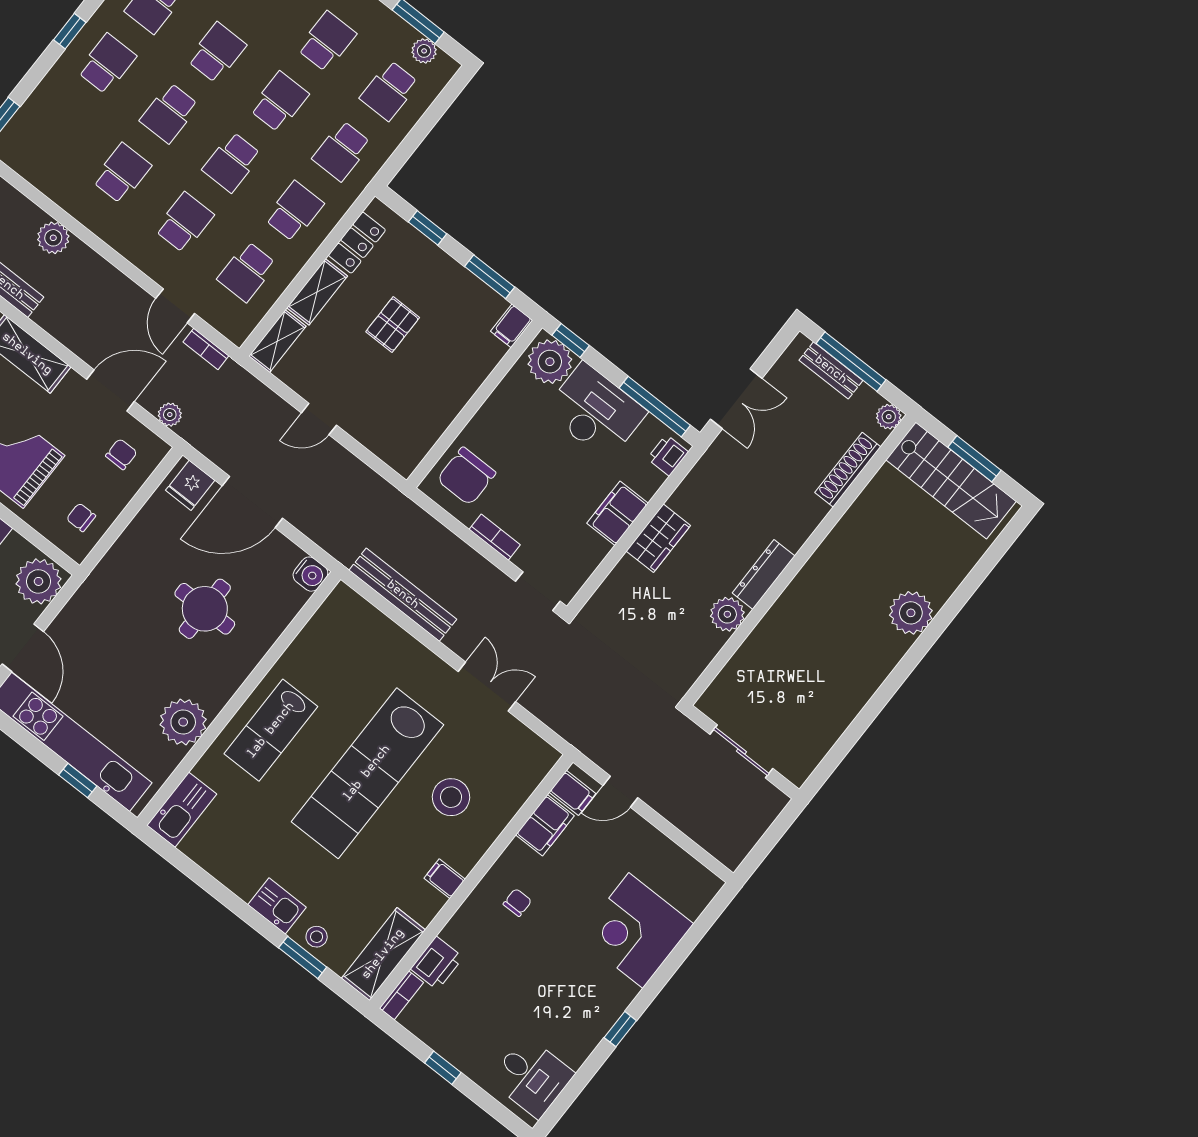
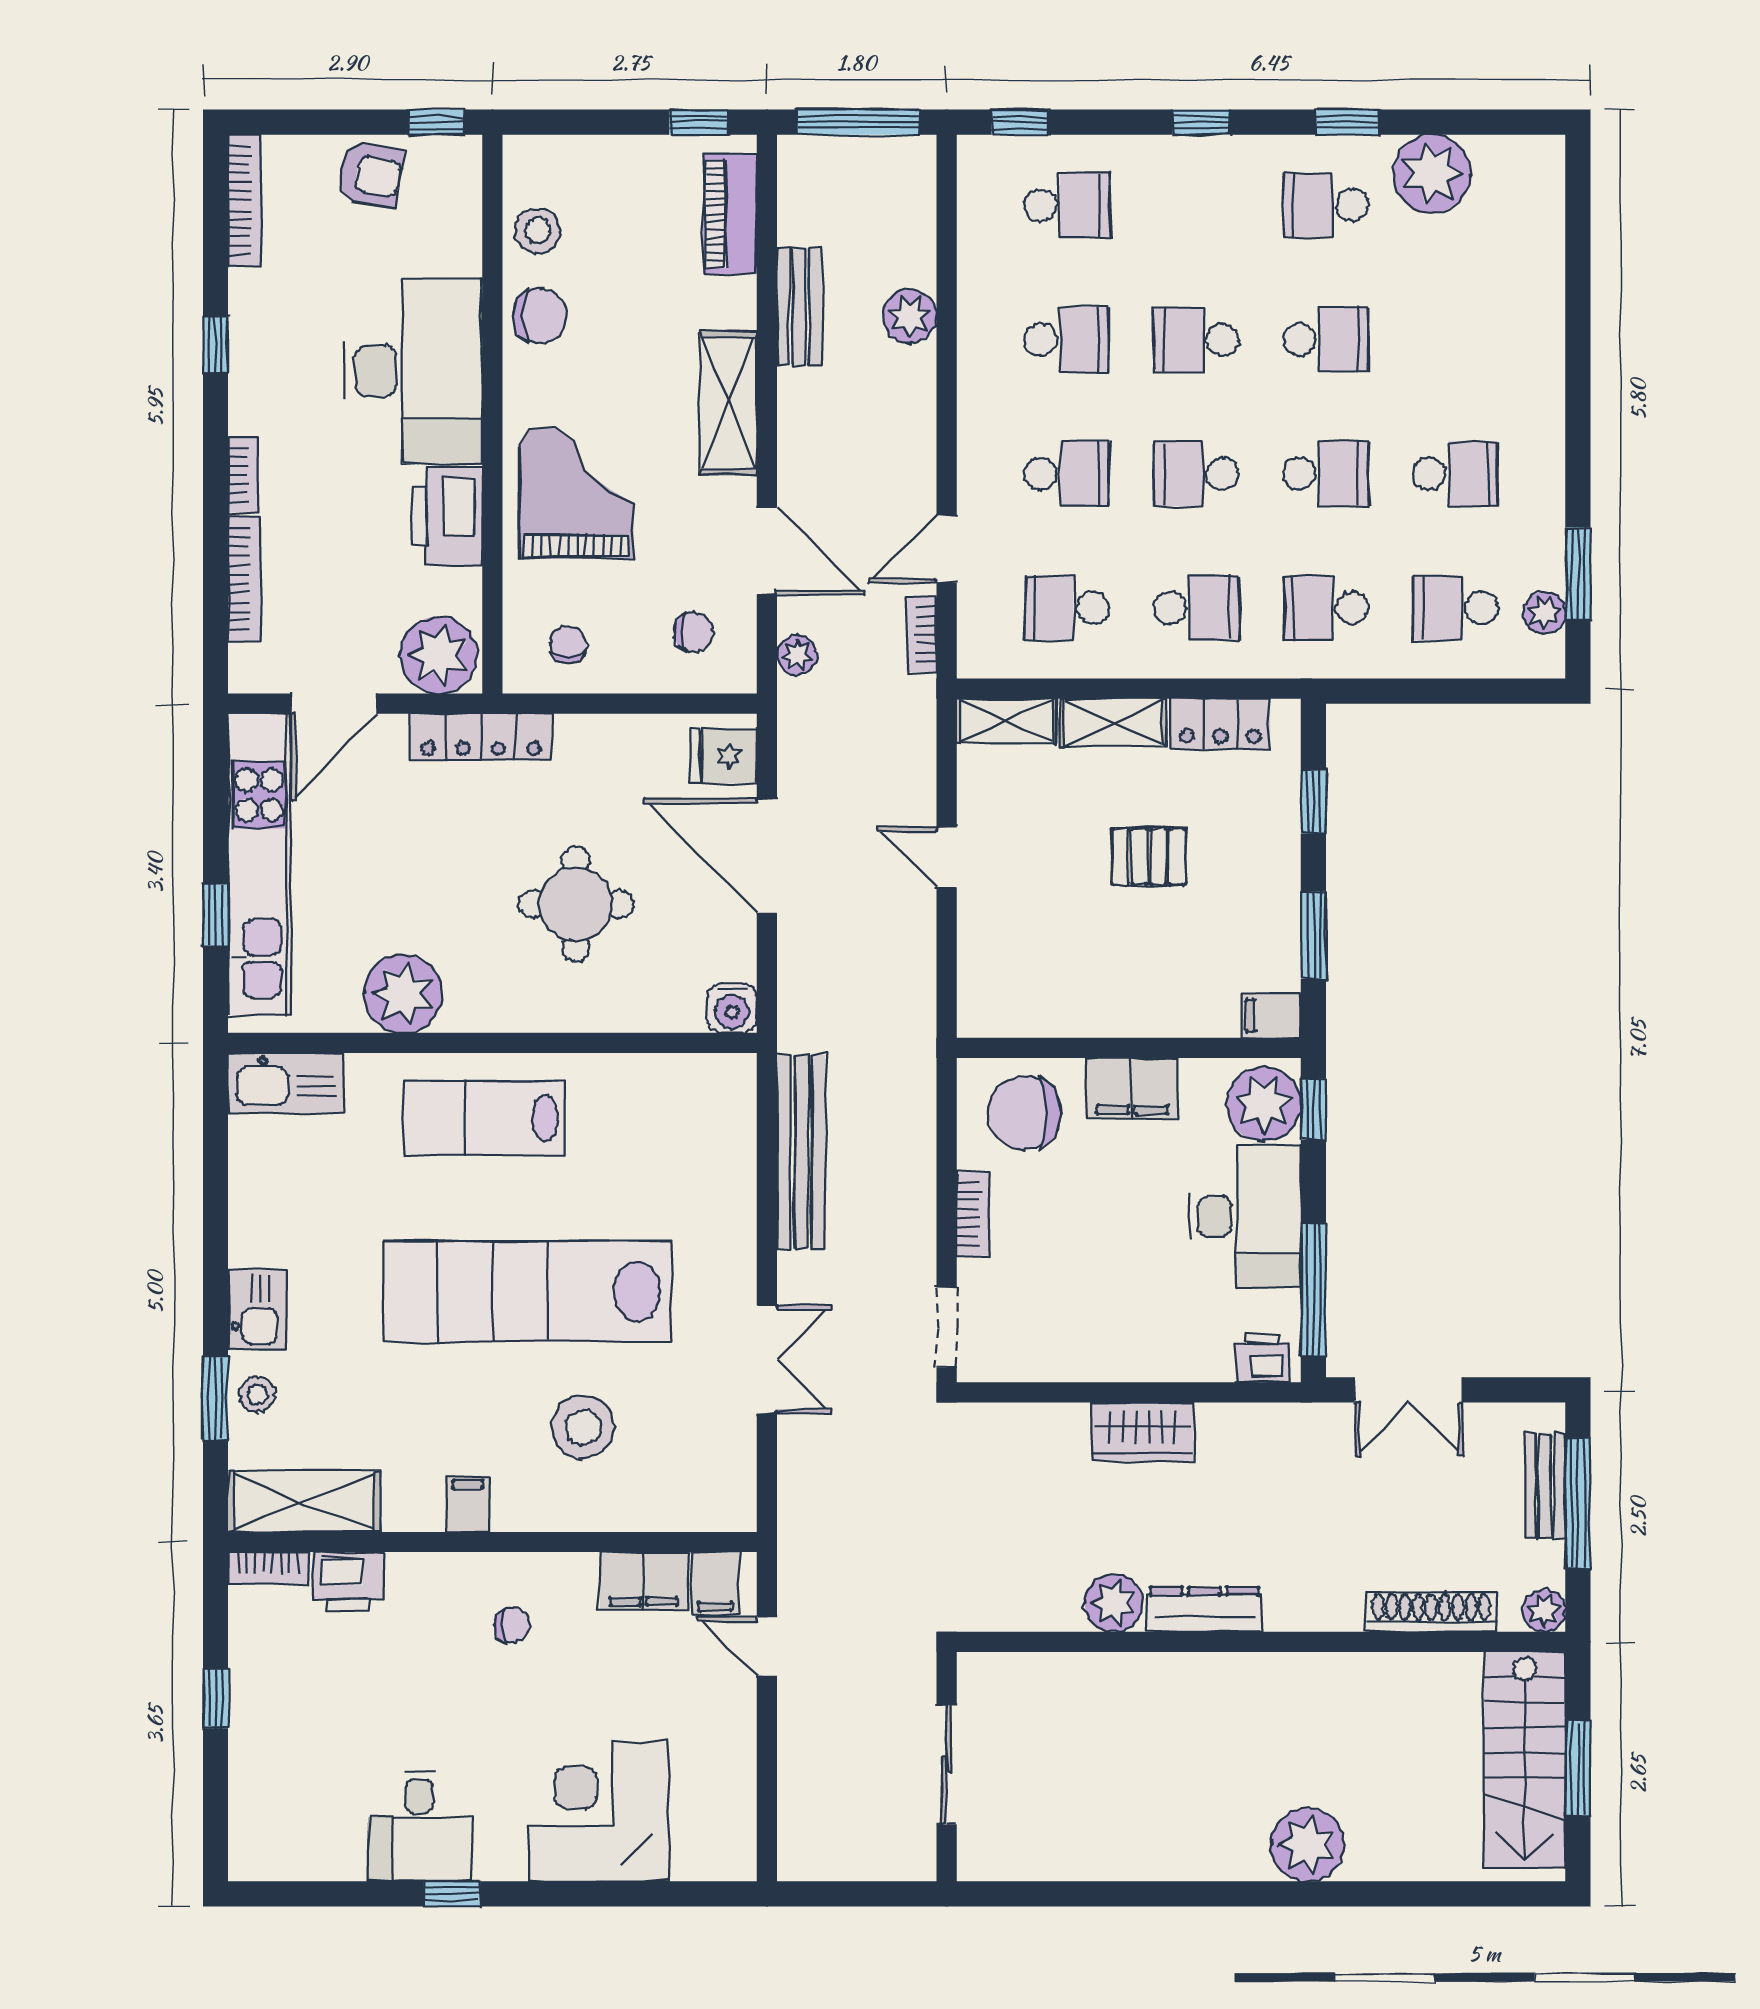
school desk: (107, 64) -> (1067, 205), moved
filing cabinet: (618, 513) -> (1132, 1088), moved, turned 180
locker: (92, 592) -> (481, 737), added
desk: (532, 1077) -> (419, 1826), moved

